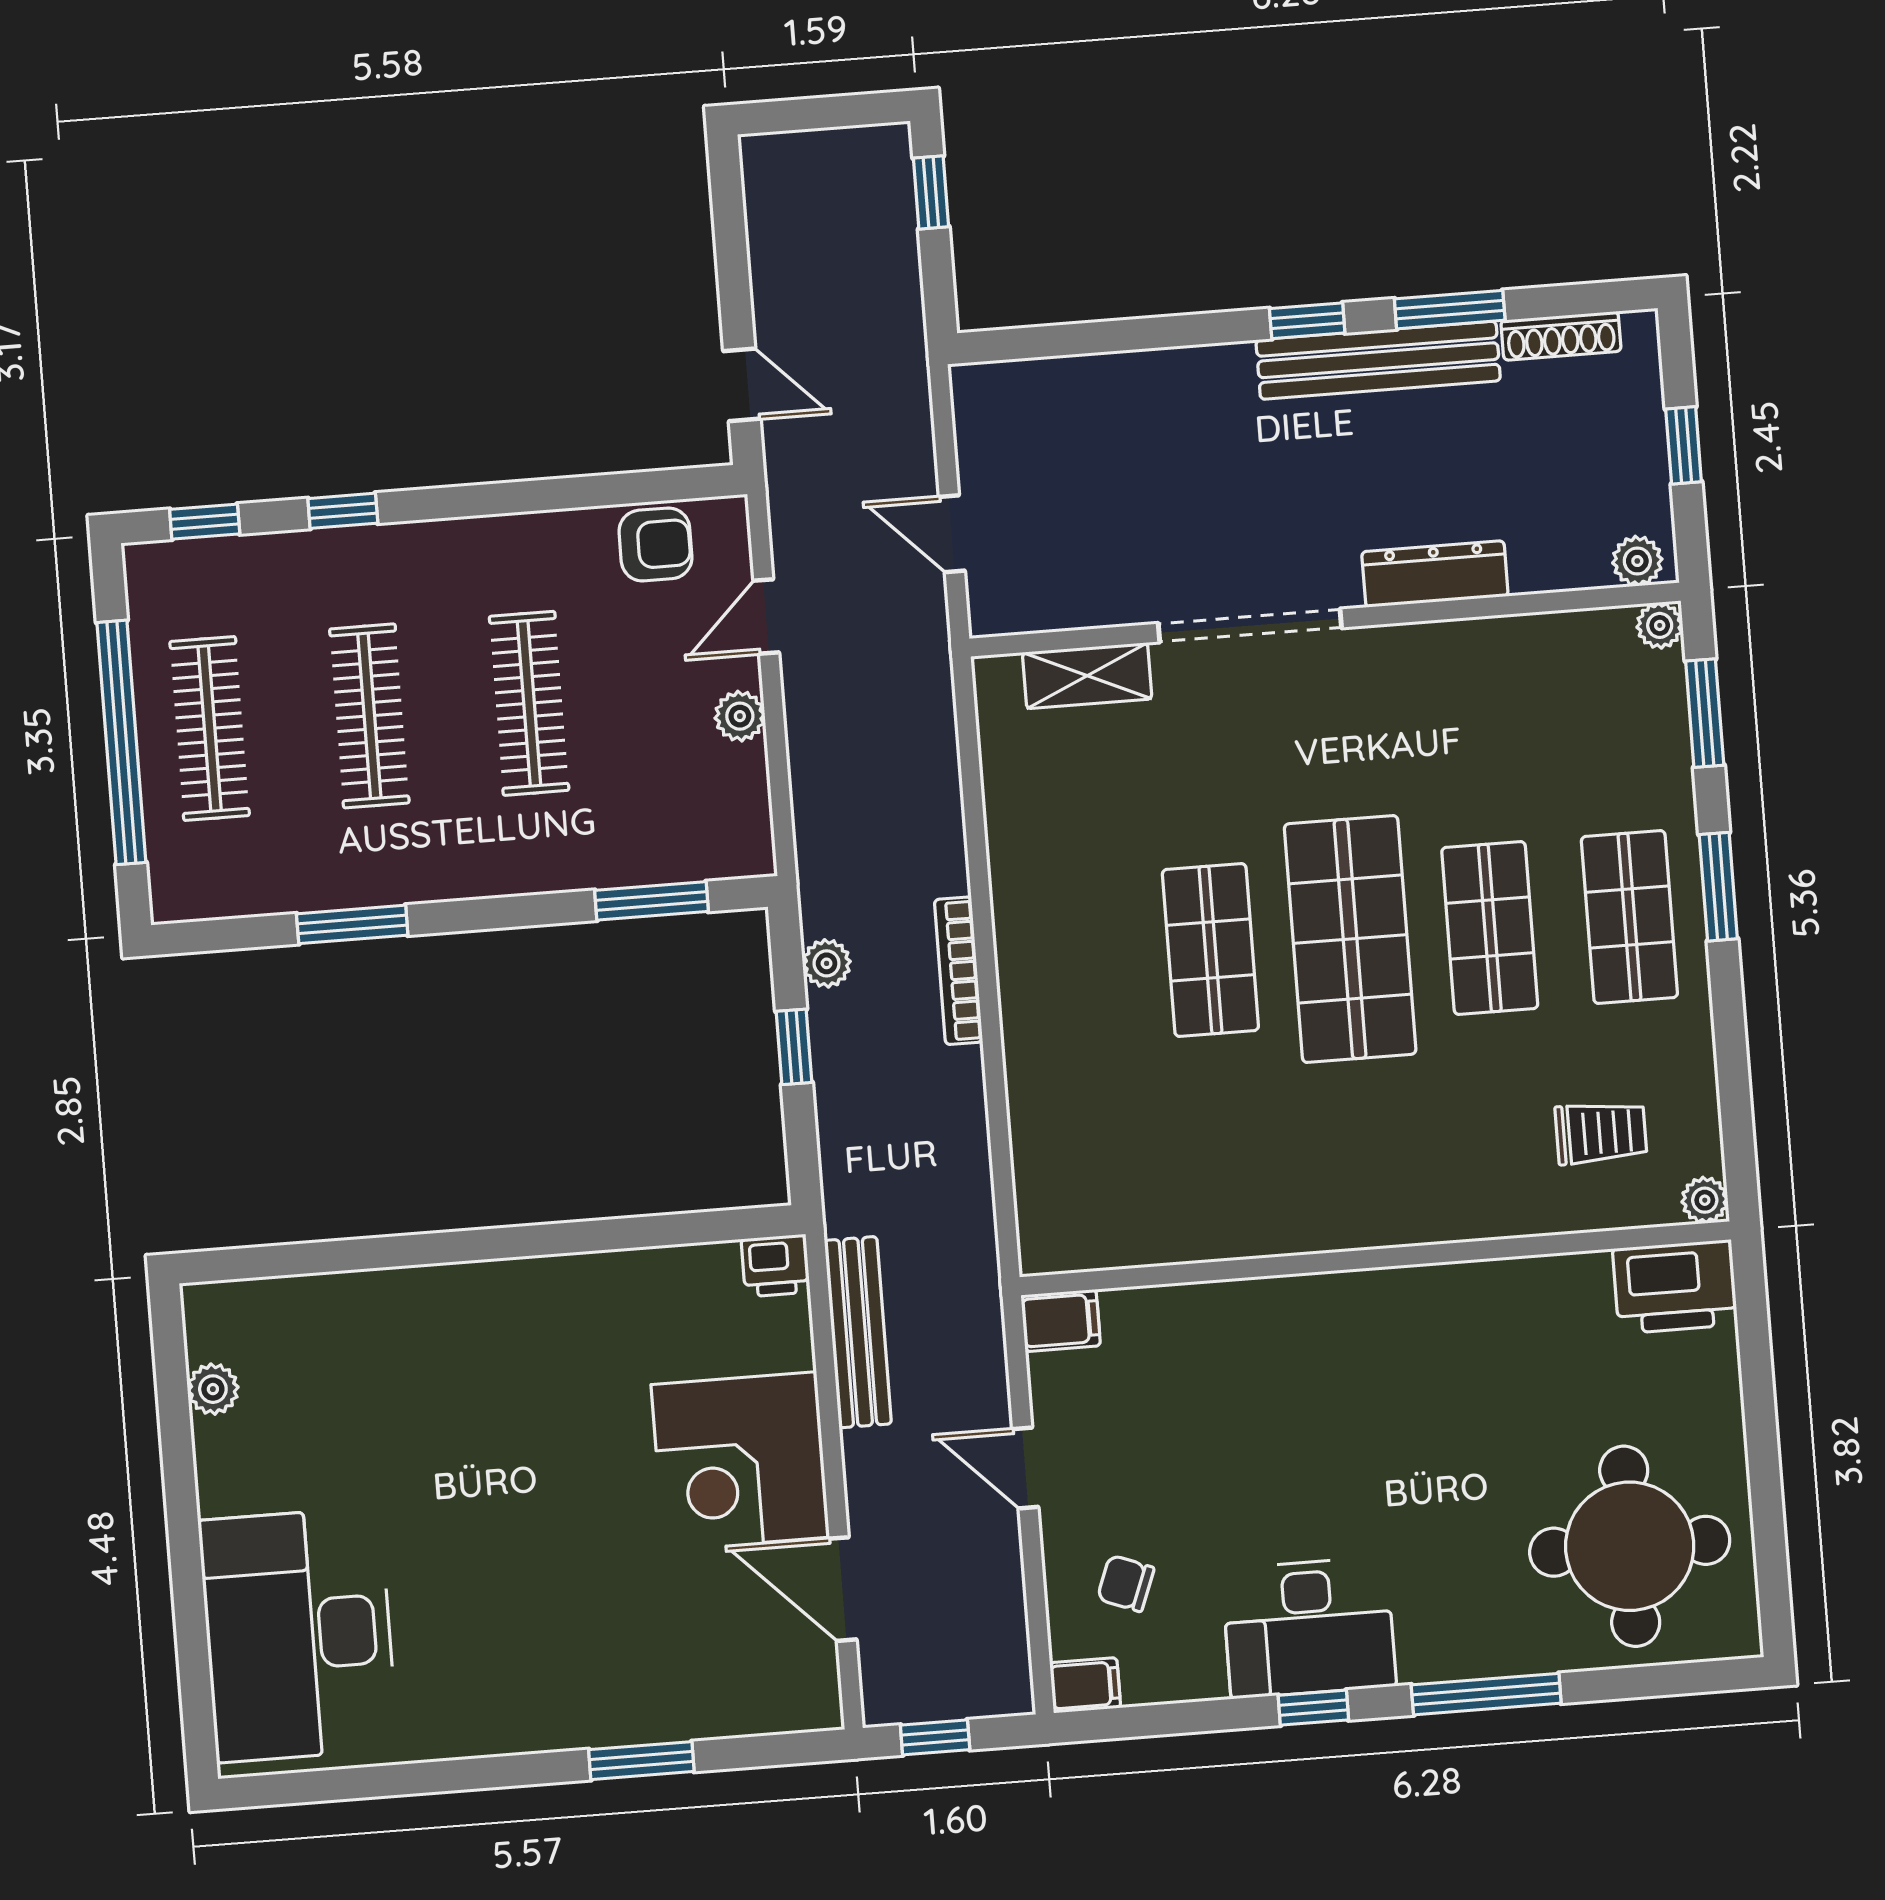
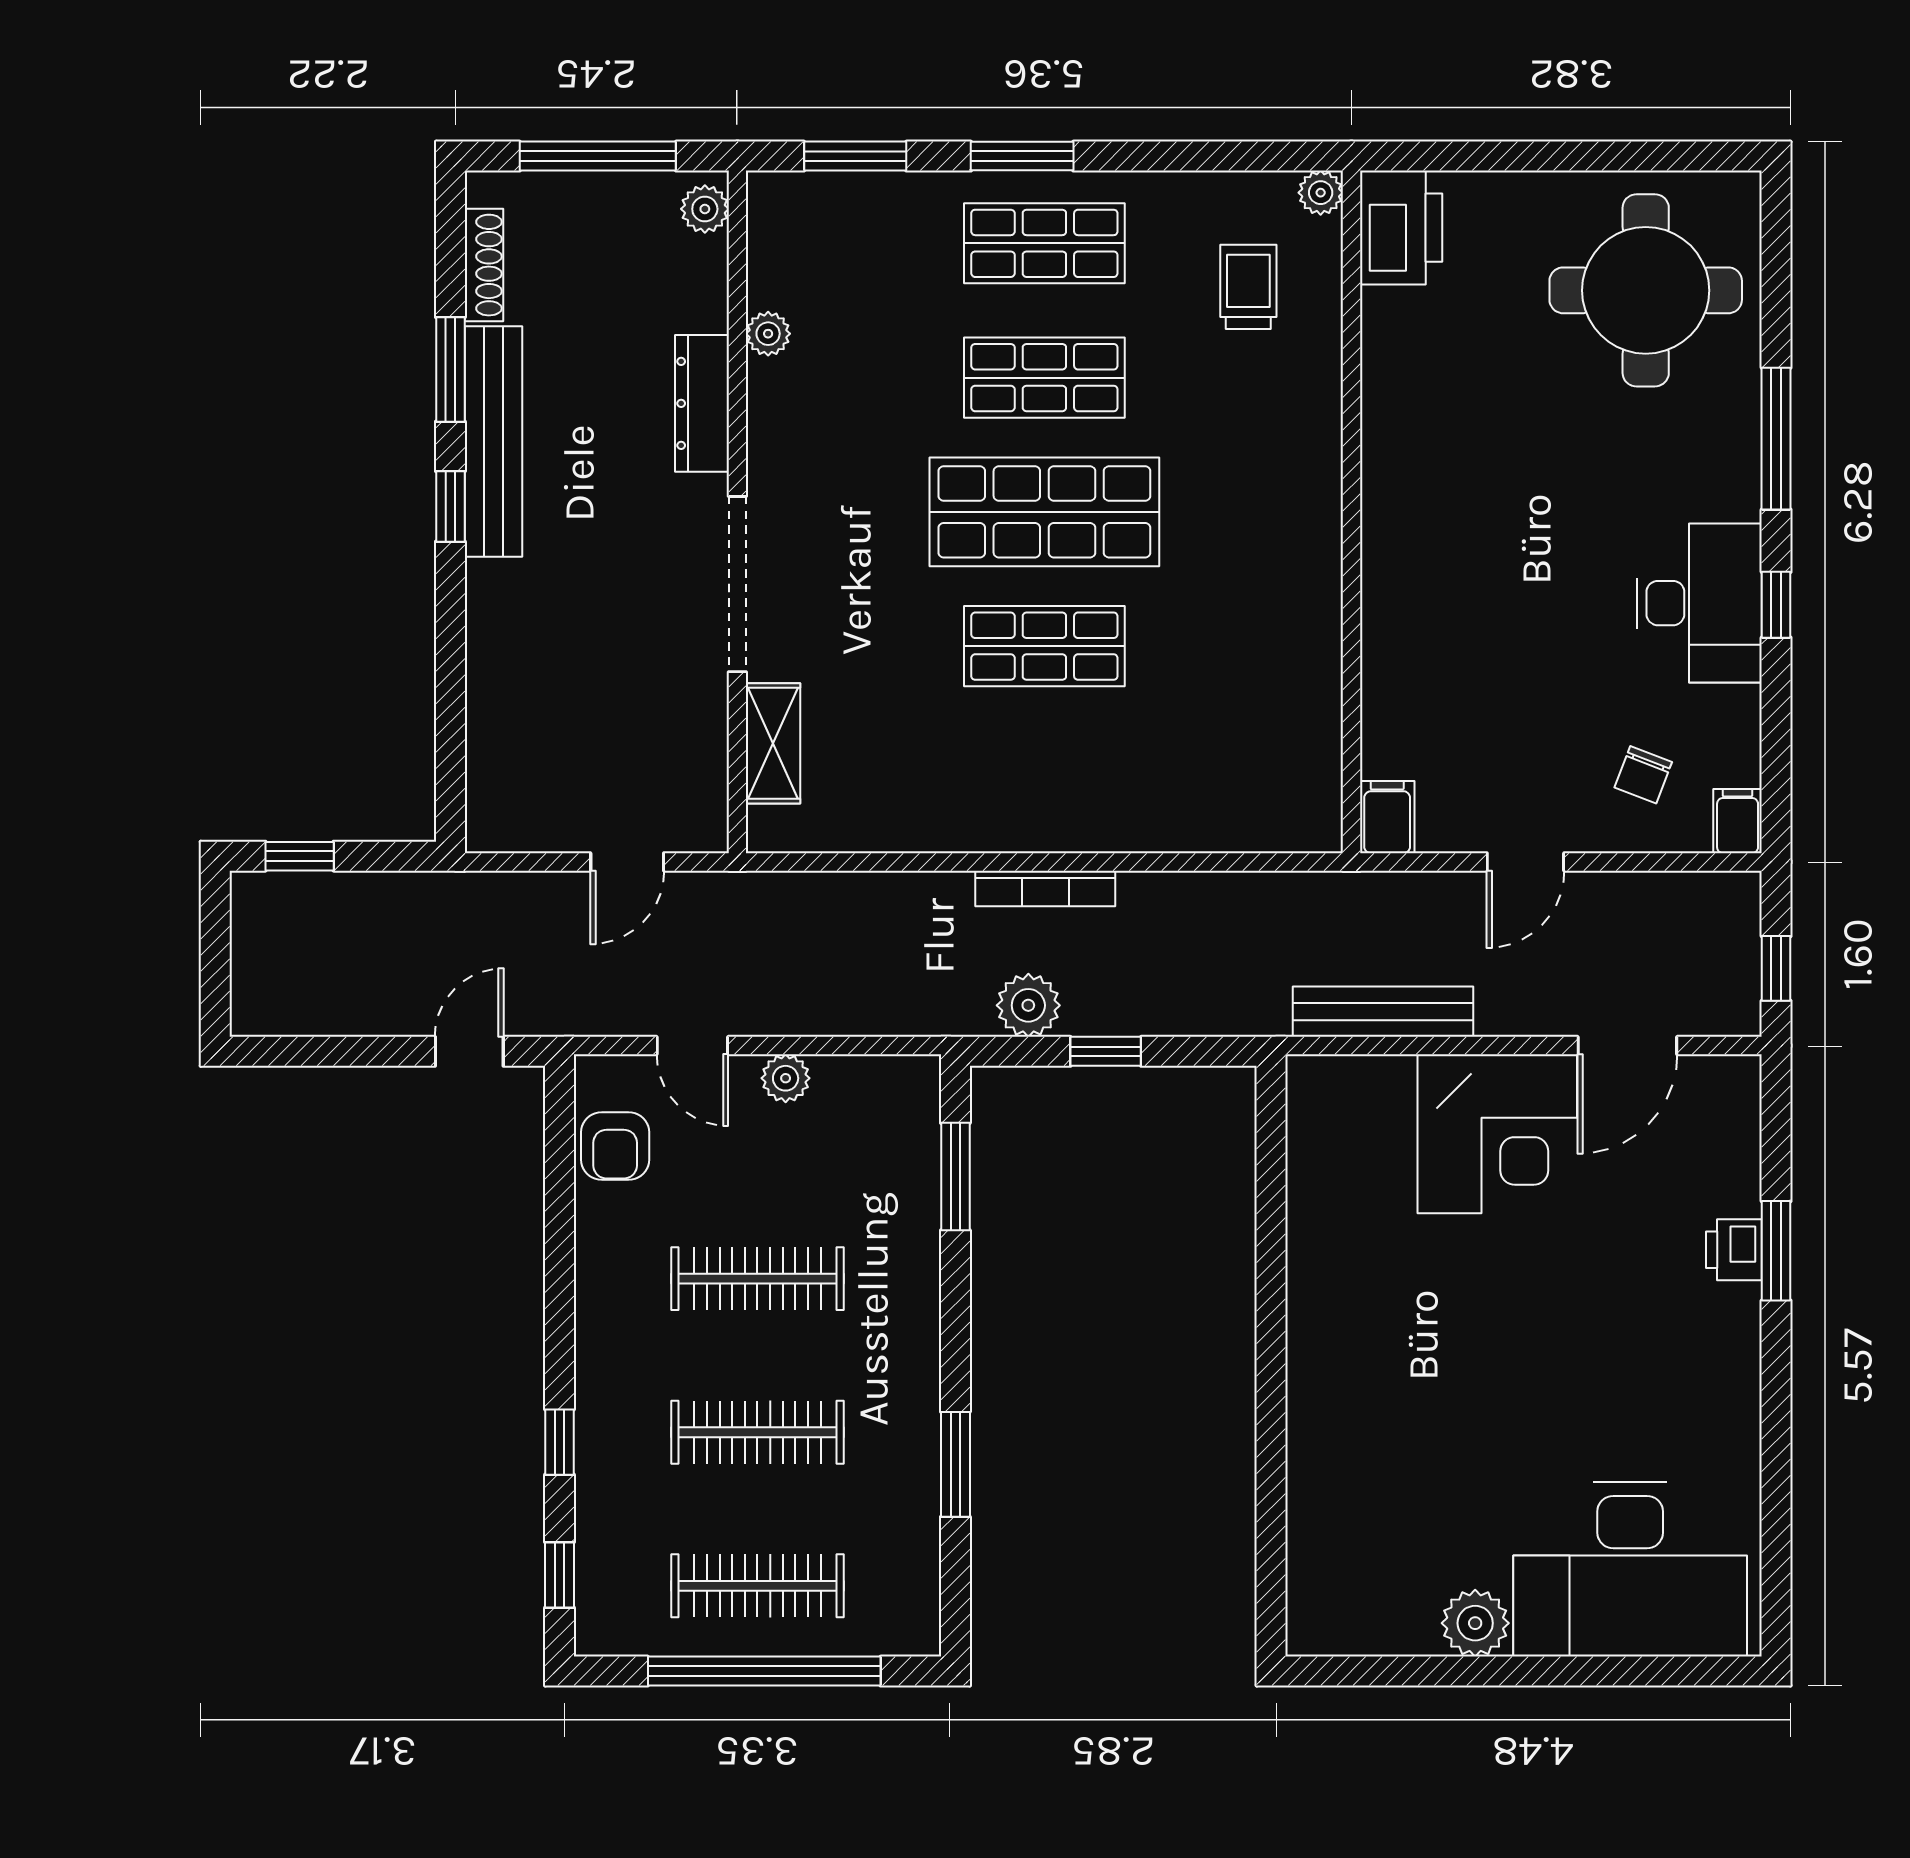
window: (1684, 445) -> (598, 156), width x2.17
armchair: (655, 544) -> (615, 1146), turned 180
plant: (1660, 625) -> (768, 334), moved
plant: (827, 963) -> (1028, 1005), width x1.38, depth x1.38
printer: (775, 1266) -> (1734, 1250), moved, turned 180
plant: (213, 1389) -> (1475, 1623), moved, width x1.38, depth x1.38

